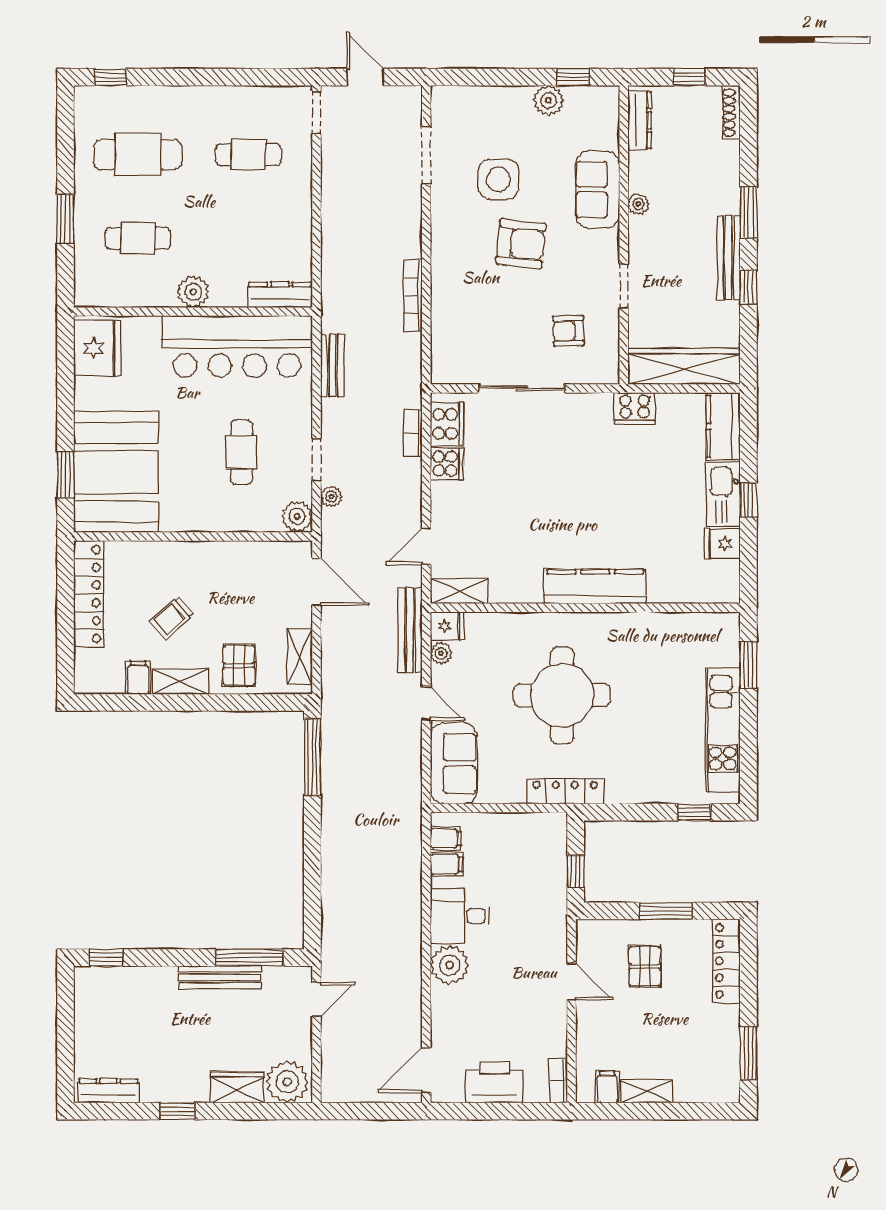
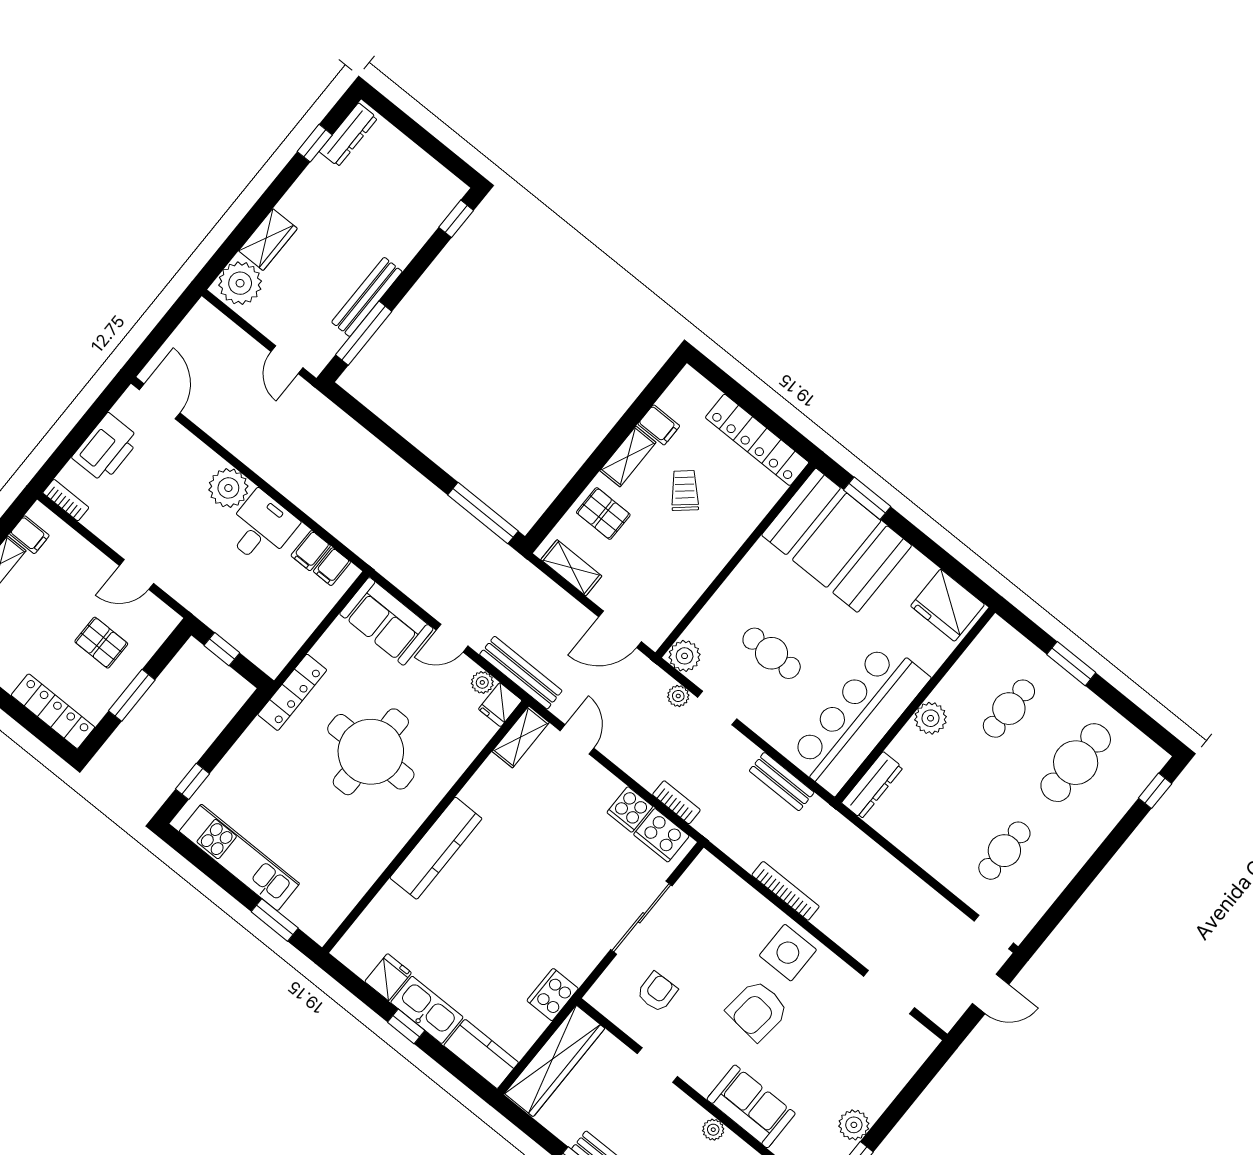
side table: (499, 179) -> (788, 953), moved
window: (177, 1111) -> (315, 143), moved

